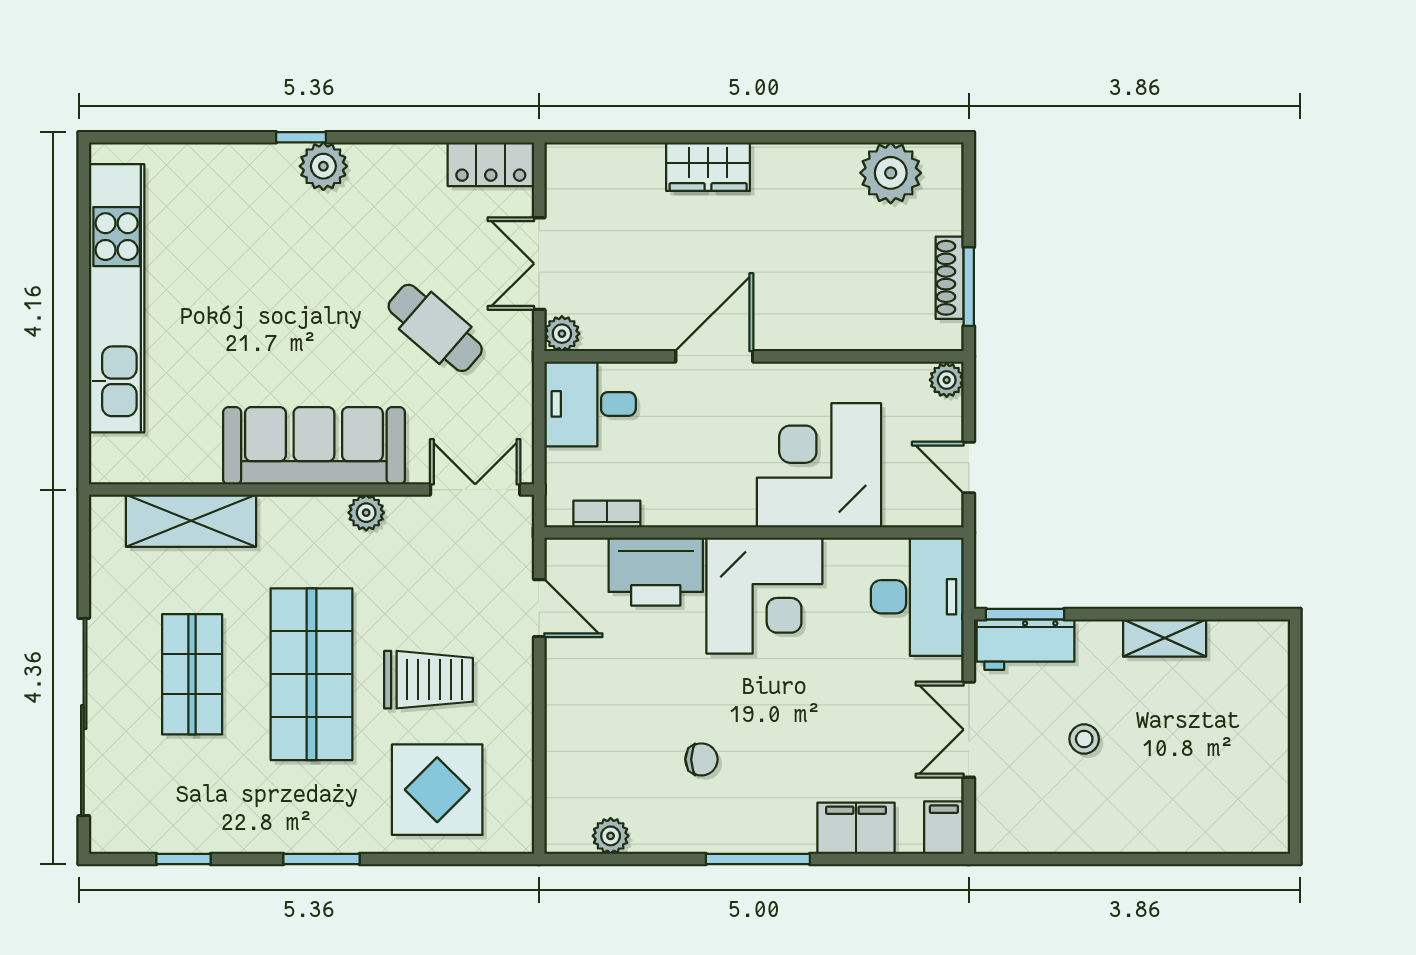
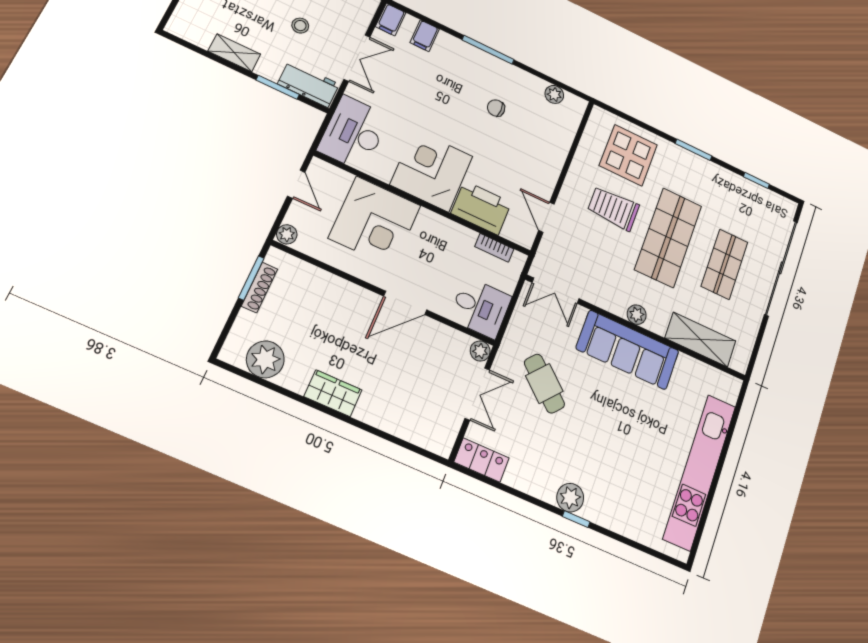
wardrobe: (708, 167) -> (333, 393), moved
plant: (366, 513) -> (637, 315), moved
window: (1025, 614) -> (278, 87), moved
filing cabinet: (856, 828) -> (425, 36), width x0.50

